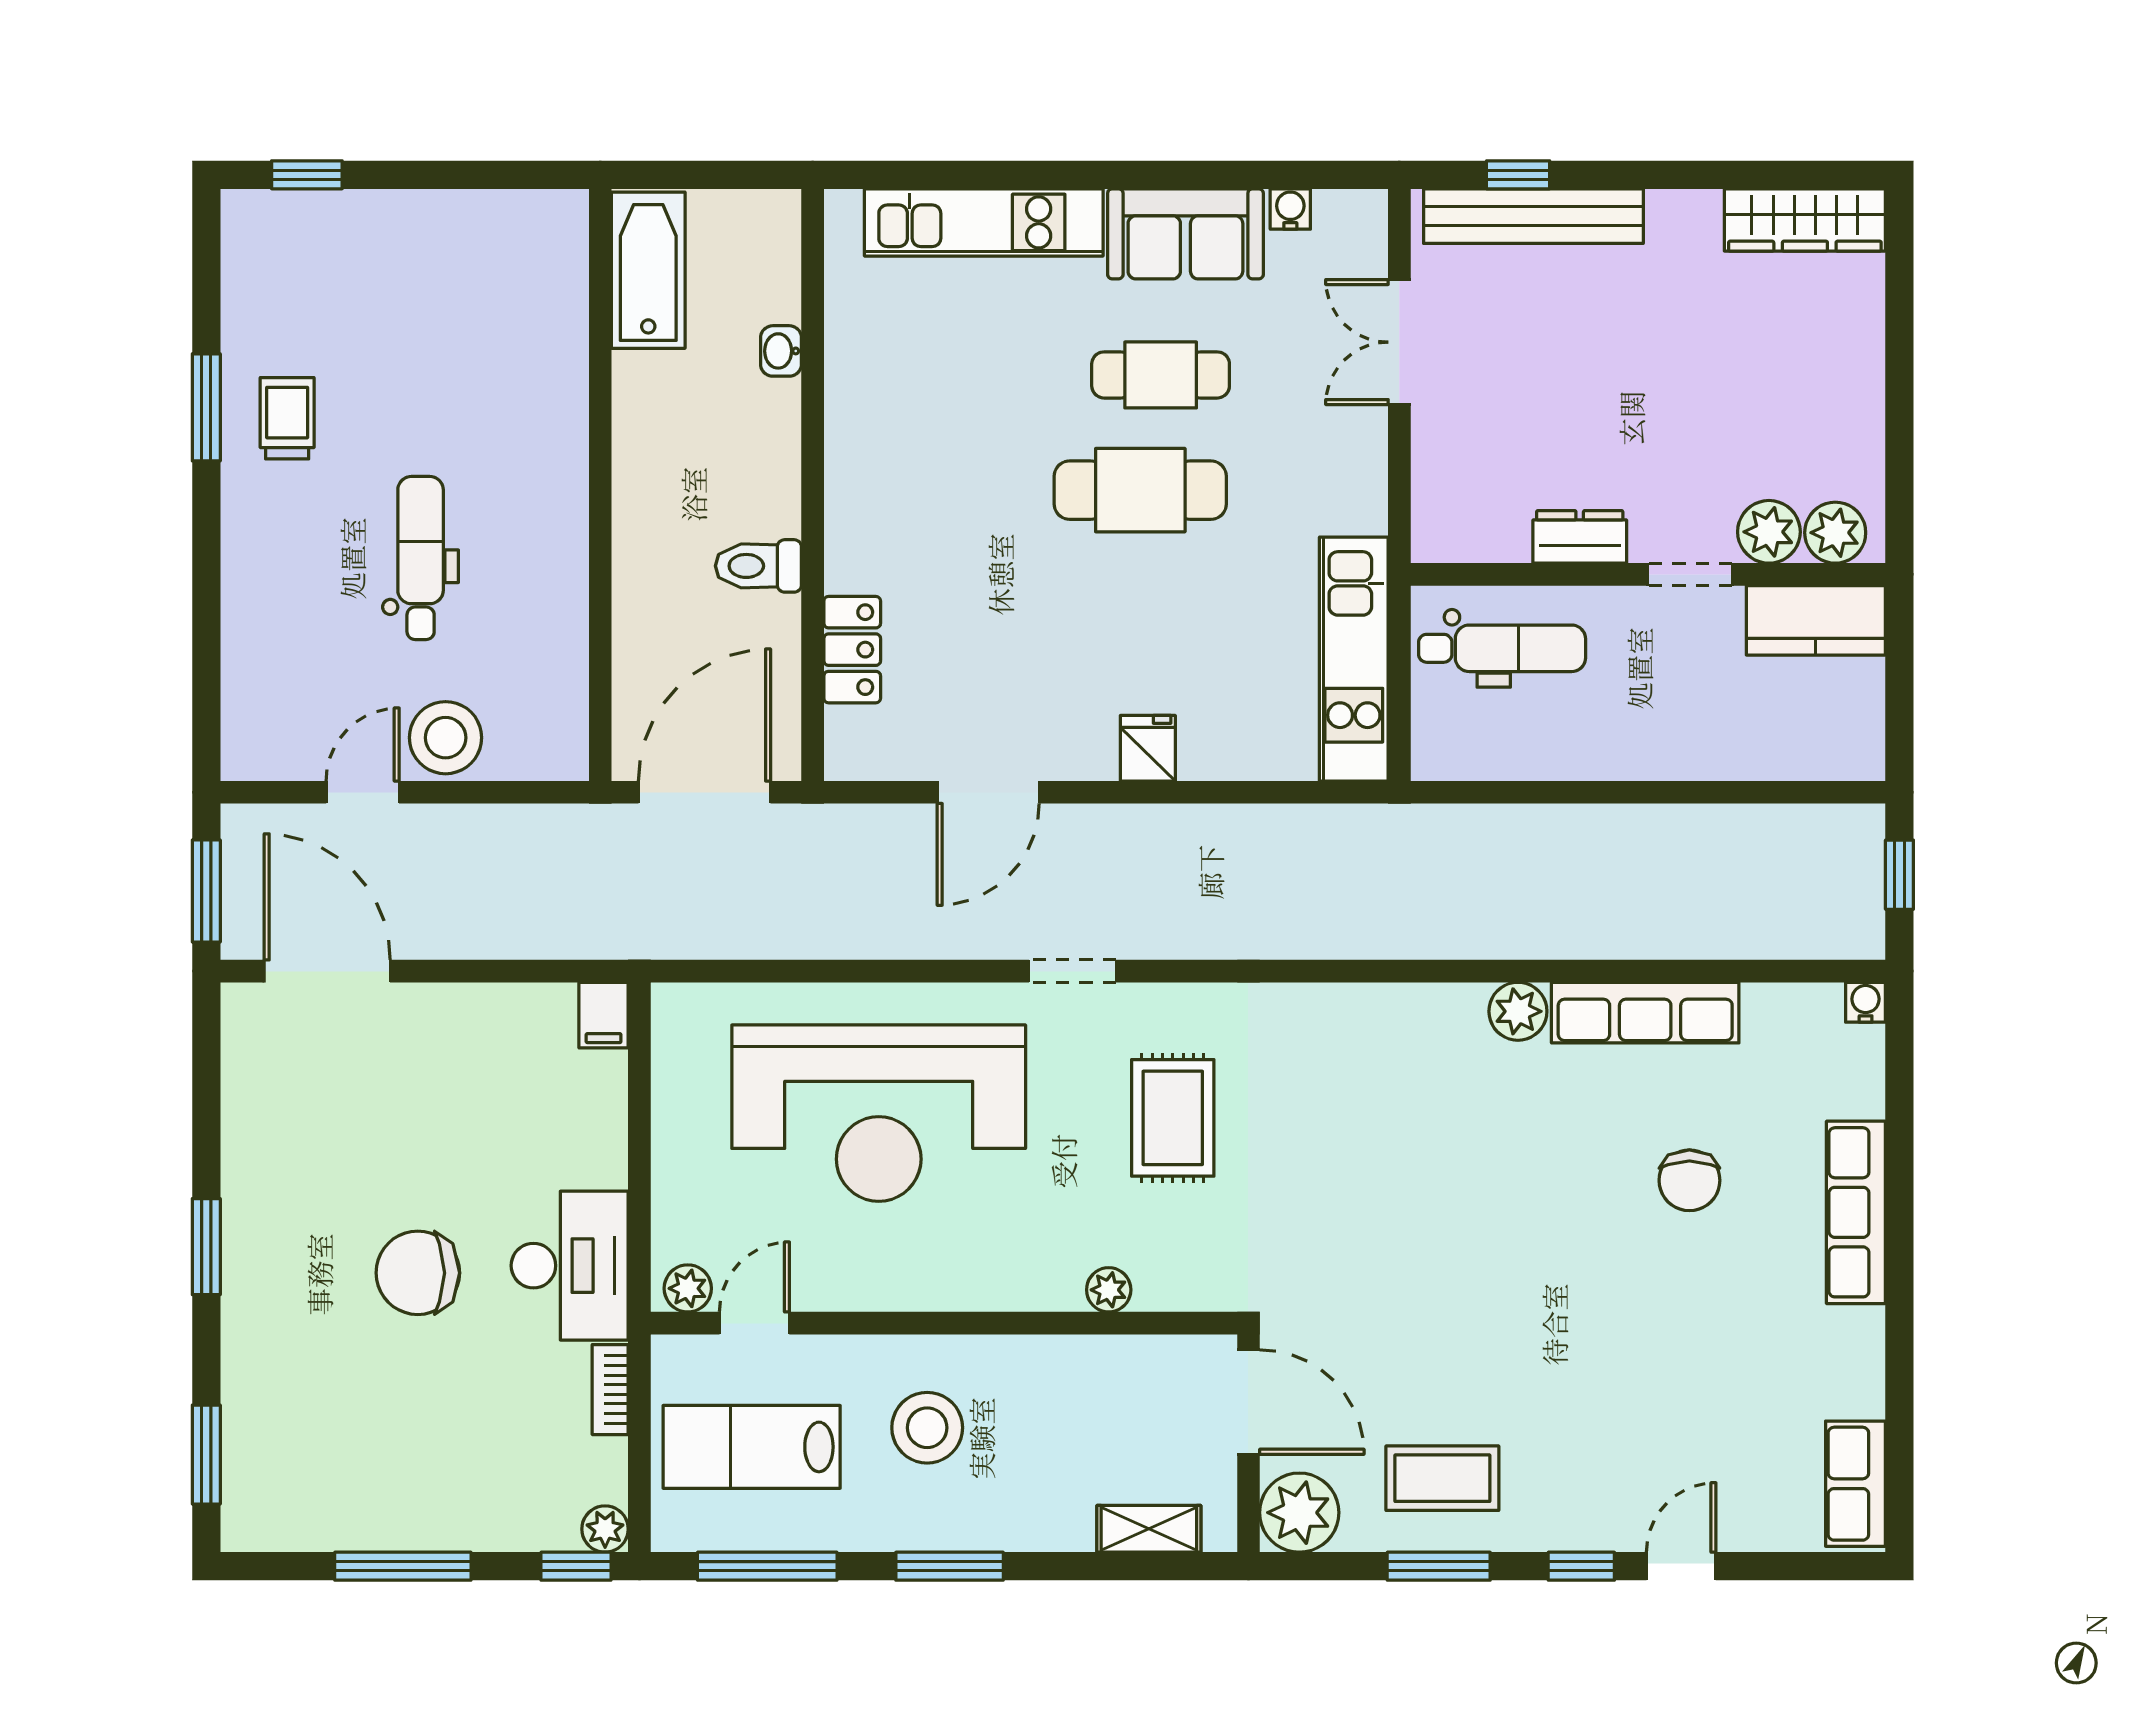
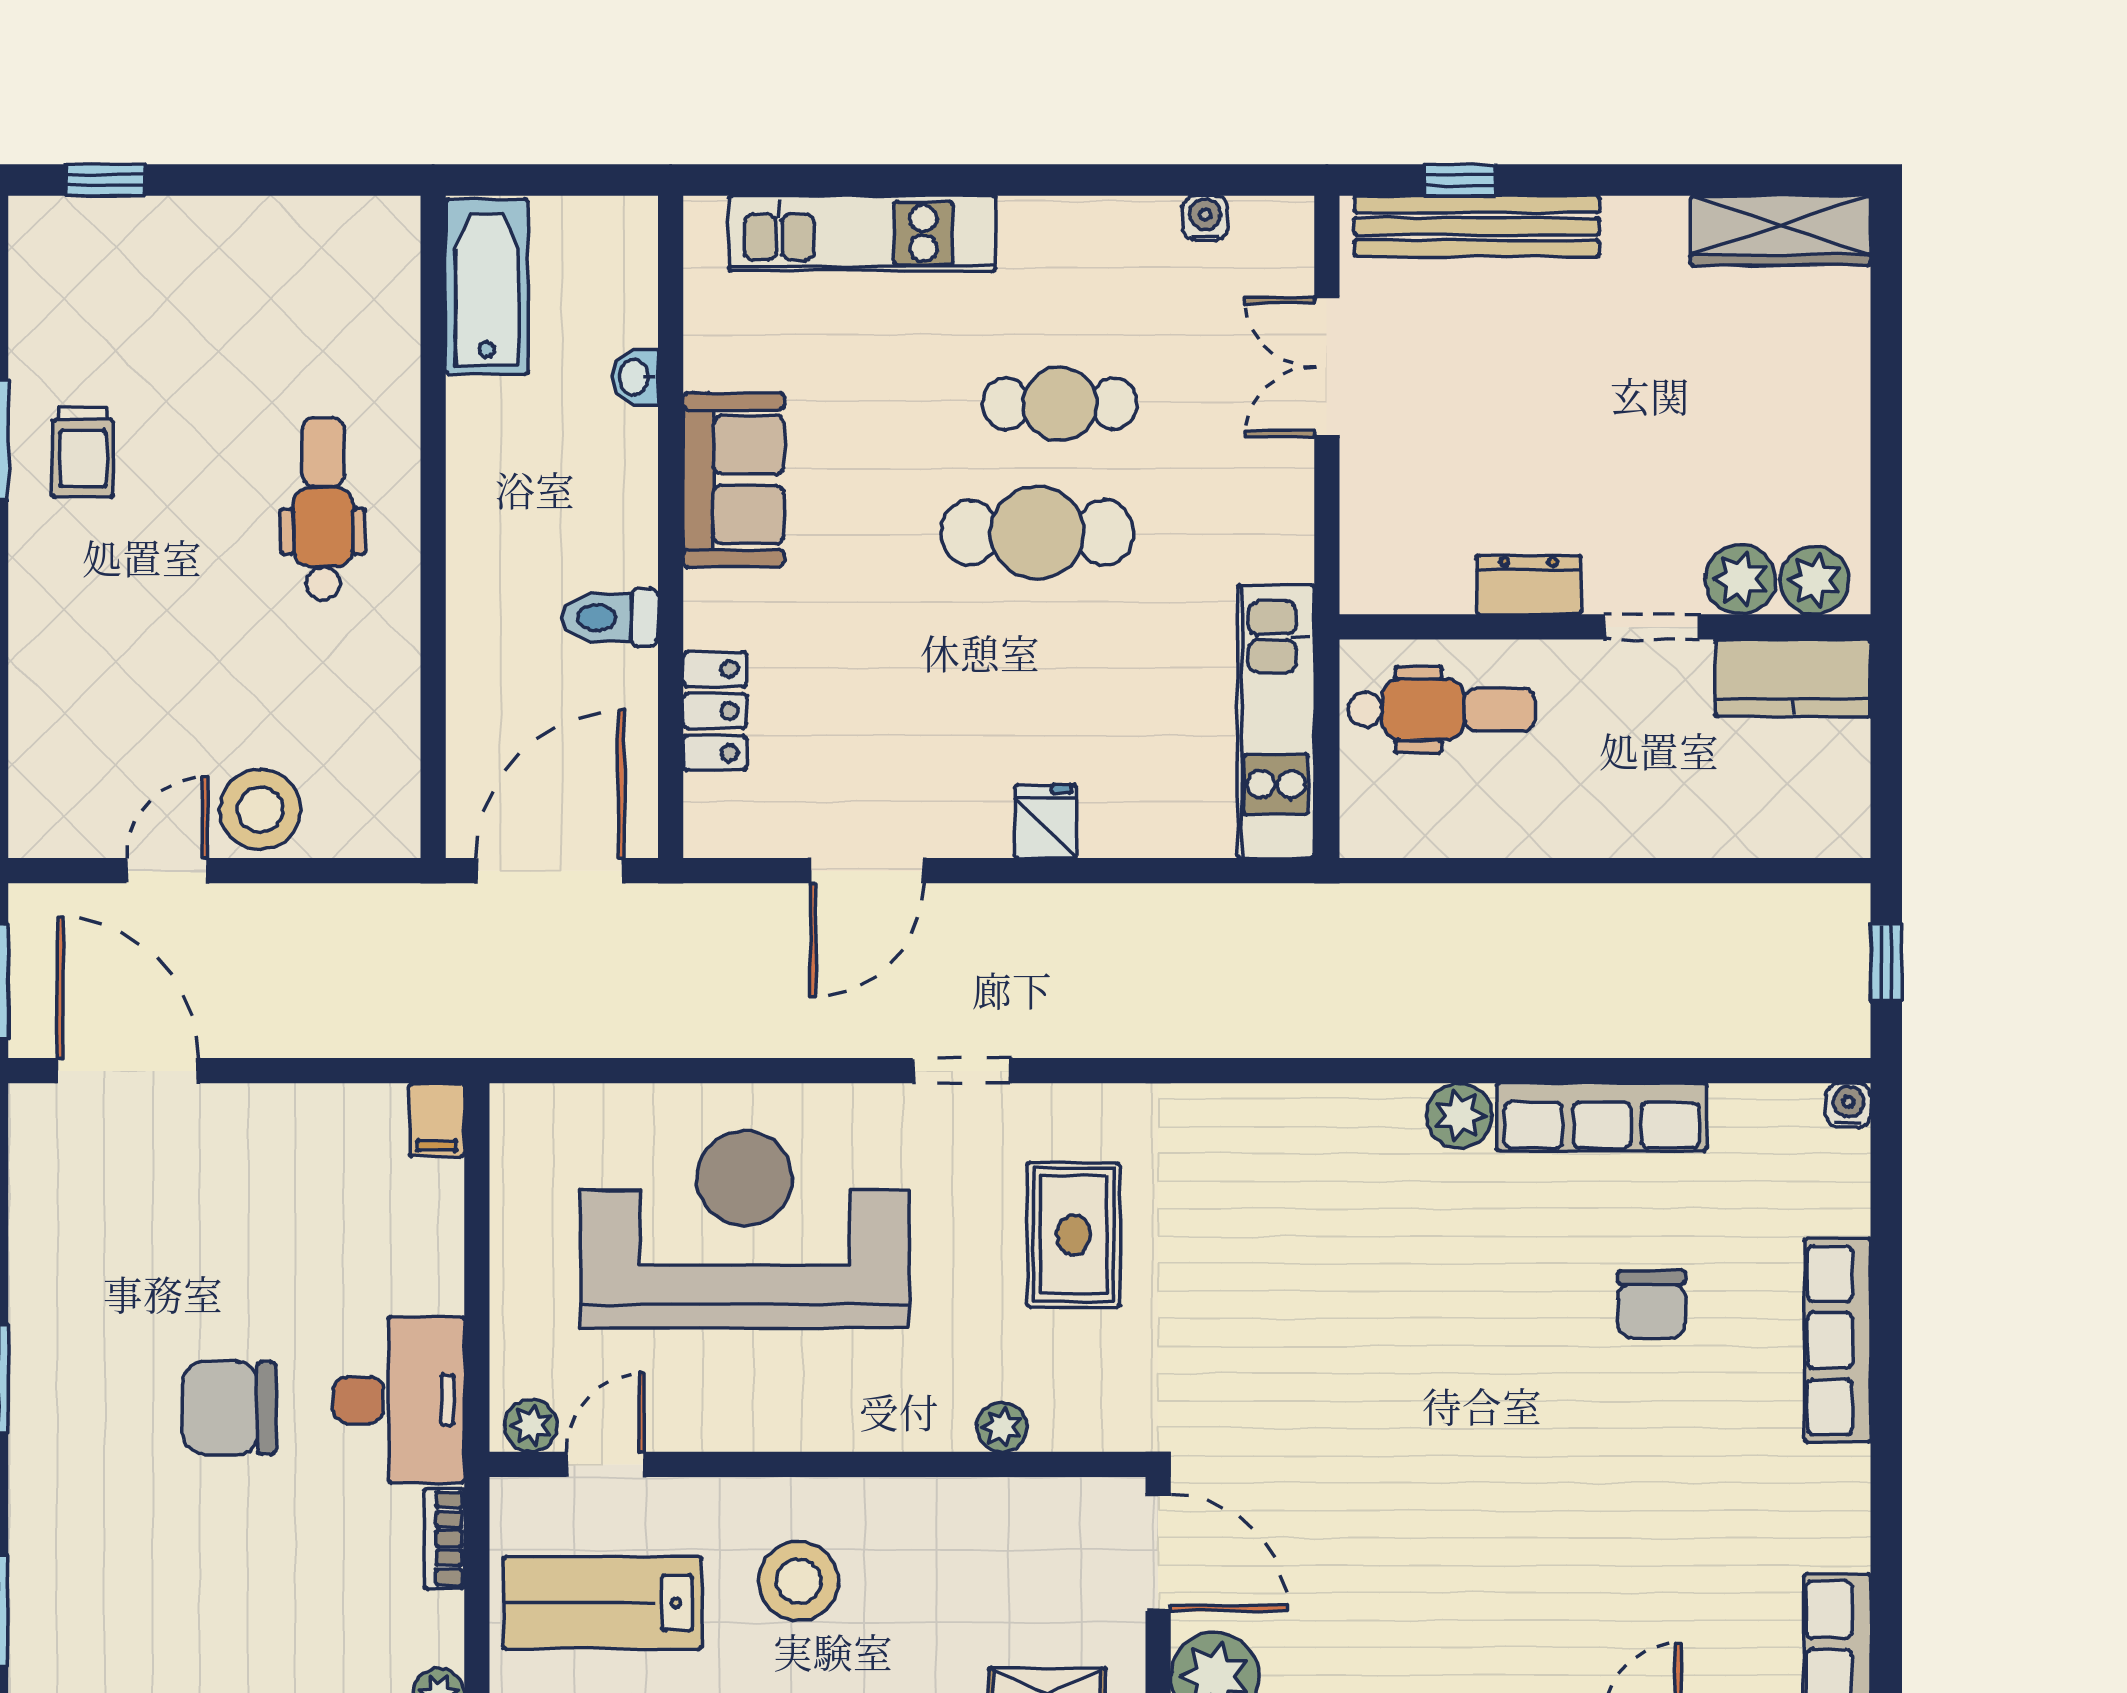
sofa: (1185, 234) -> (734, 480), moved, turned -90
trolley: (287, 418) -> (83, 452), turned 180
dental chair: (421, 558) -> (323, 509), moved
reception desk: (879, 1113) -> (745, 1229), turned 180
coffee table: (1442, 1478) -> (1375, 1638), removed

